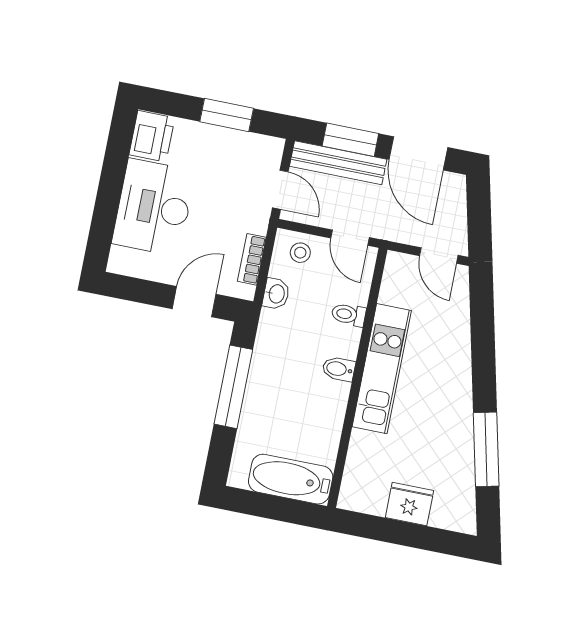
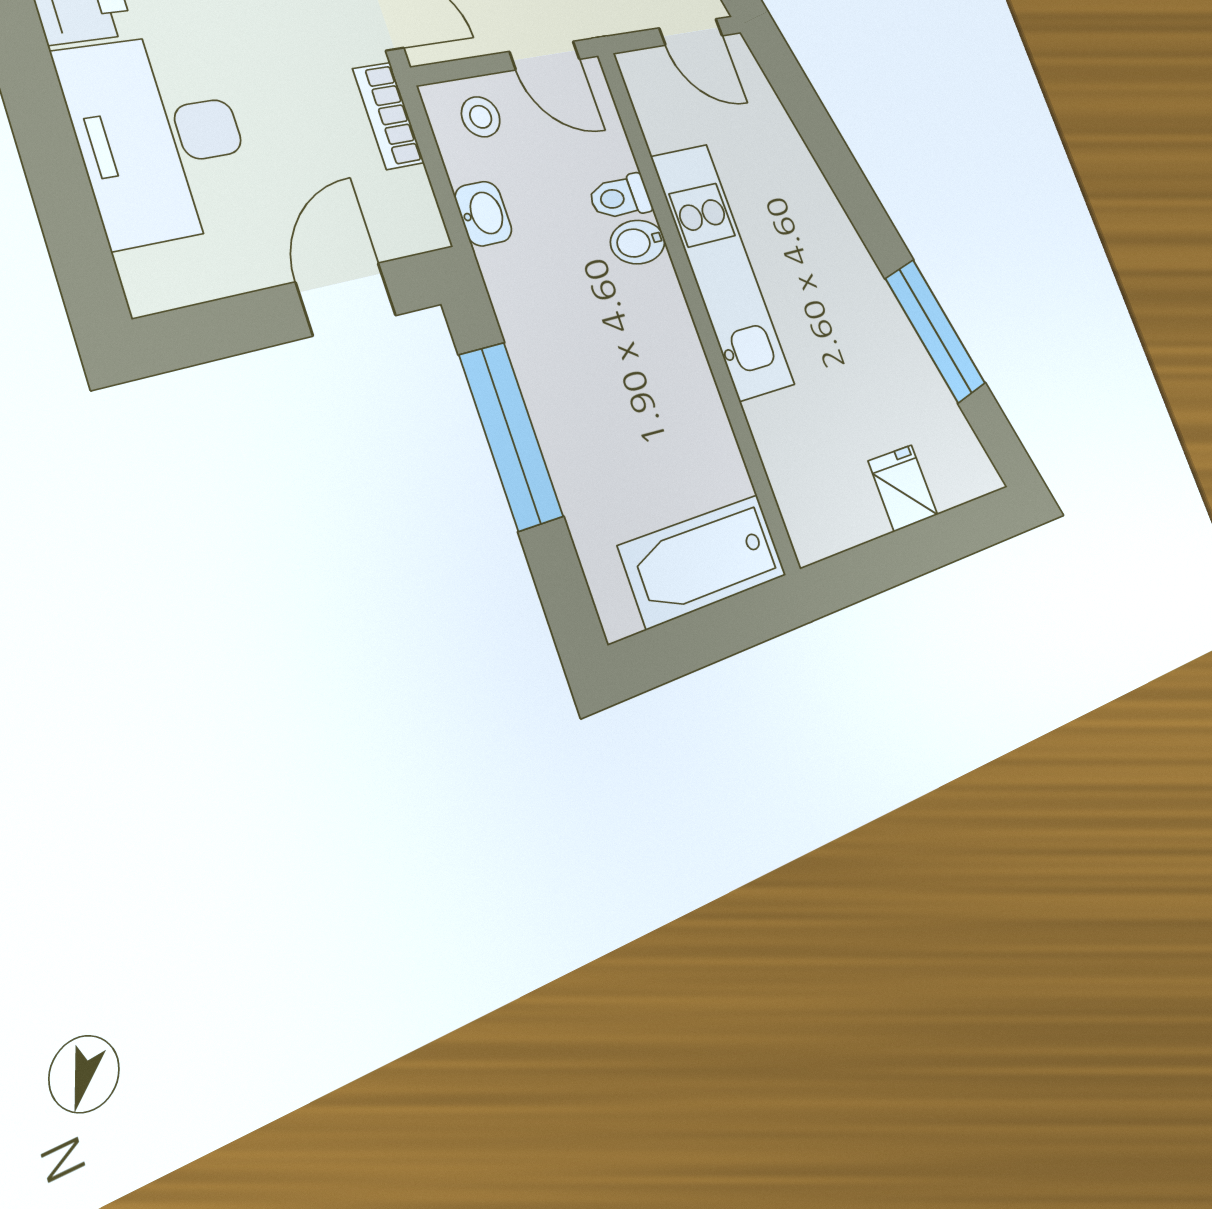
bookcase: (252, 259) -> (388, 116), moved
bidet: (339, 369) -> (638, 242), moved
fridge: (409, 504) -> (903, 488), width x0.72

